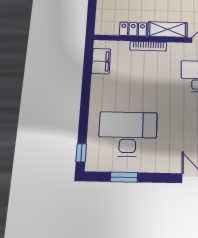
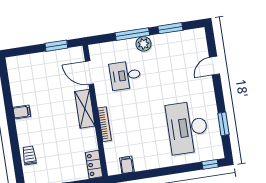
locker: (133, 29) -> (94, 165), moved
filing cabinet: (101, 61) -> (127, 165), width x0.50

